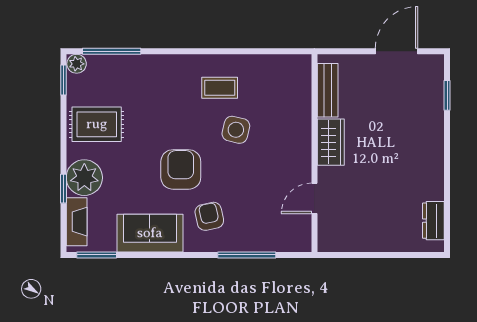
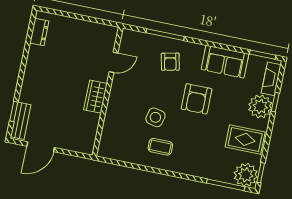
plant: (77, 64) -> (246, 175), width x1.87, depth x1.87
bench: (328, 90) -> (21, 121), moved
armchair: (209, 216) -> (170, 62), moved

